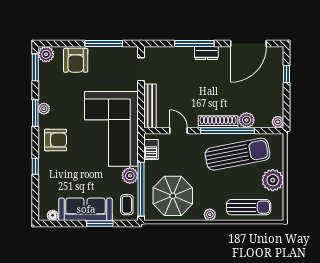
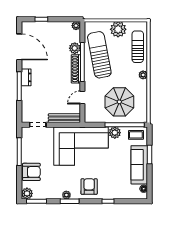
barbecue: (151, 149) -> (96, 117), removed
parasol: (173, 196) -> (119, 102), moved

